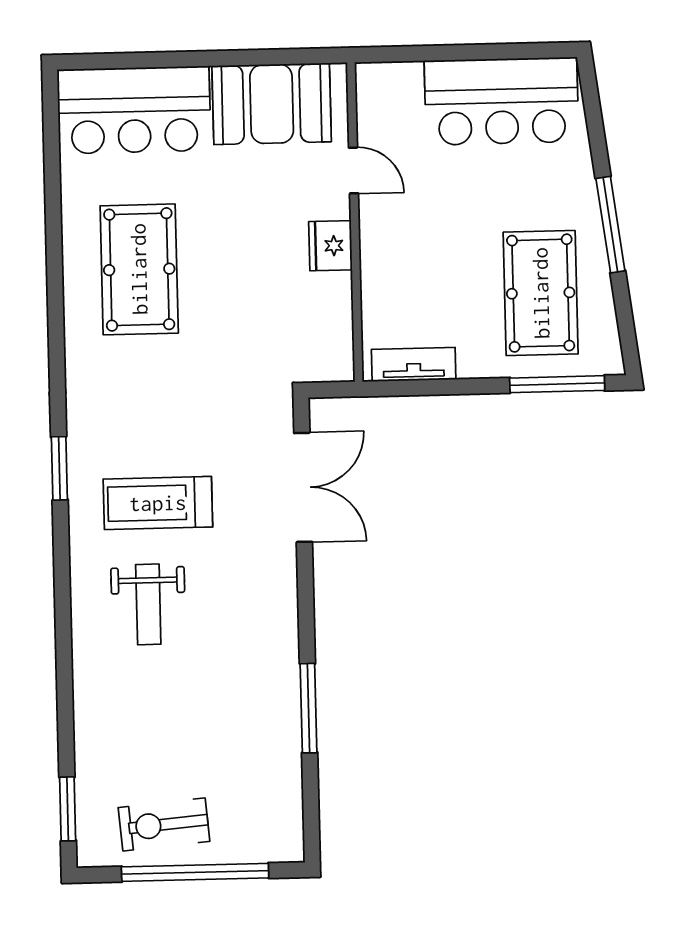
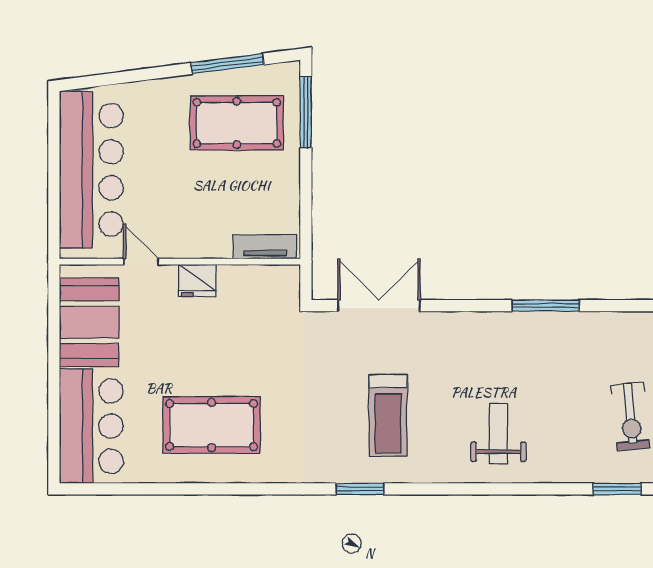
bar counter: (501, 101) -> (91, 170), width x1.36
door: (353, 171) -> (141, 262), hinge flipped
window: (610, 225) -> (227, 64), moved
tv unit: (414, 364) -> (265, 247), moved, turned 90
weight bench: (148, 604) -> (498, 434), moved, turned -90

